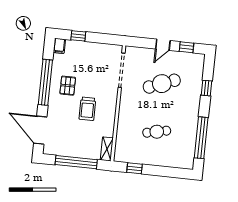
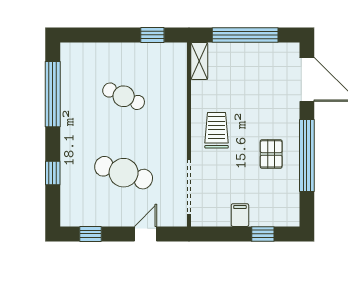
door: (163, 45) -> (146, 234), moved
filing cabinet: (59, 46) -> (240, 215), moved
cafe table: (162, 84) -> (124, 173), turned 39
trolley: (87, 109) -> (217, 130), moved
cafe table: (157, 132) -> (124, 96), turned 36

